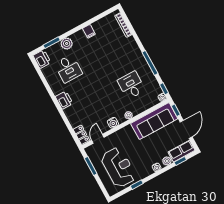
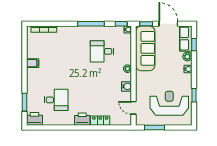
plant: (67, 43) -> (33, 89), removed
locker: (81, 135) -> (100, 121), moved

